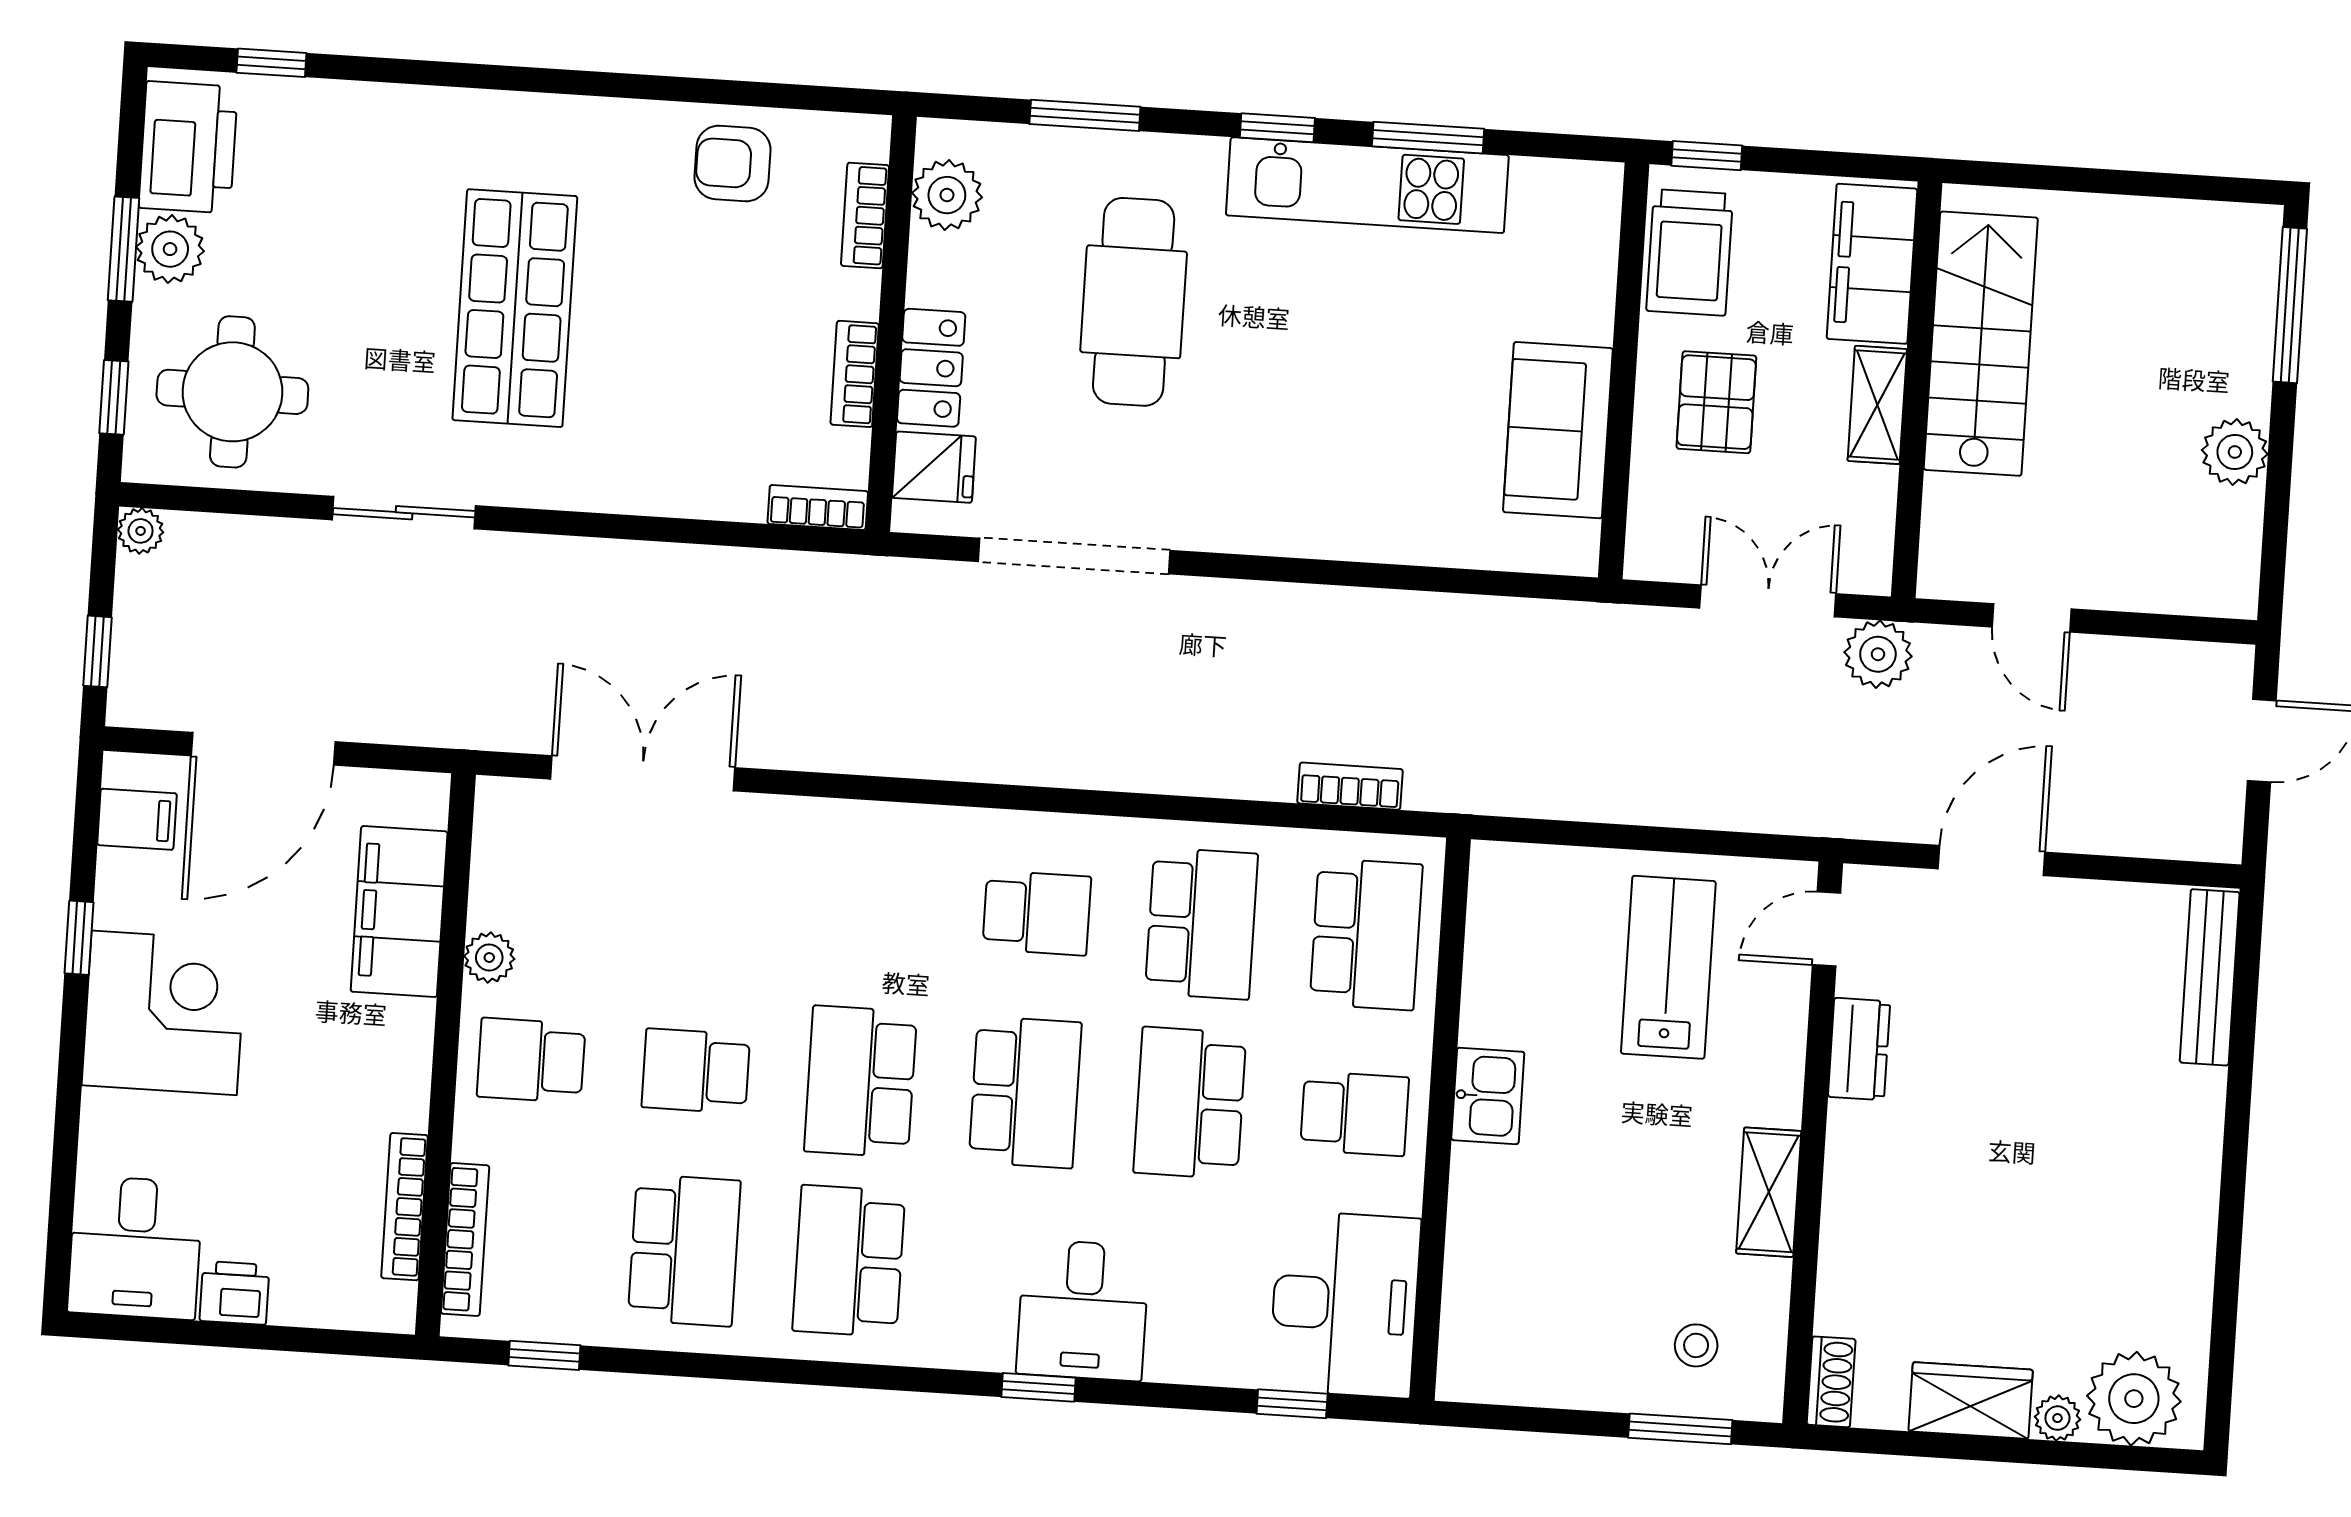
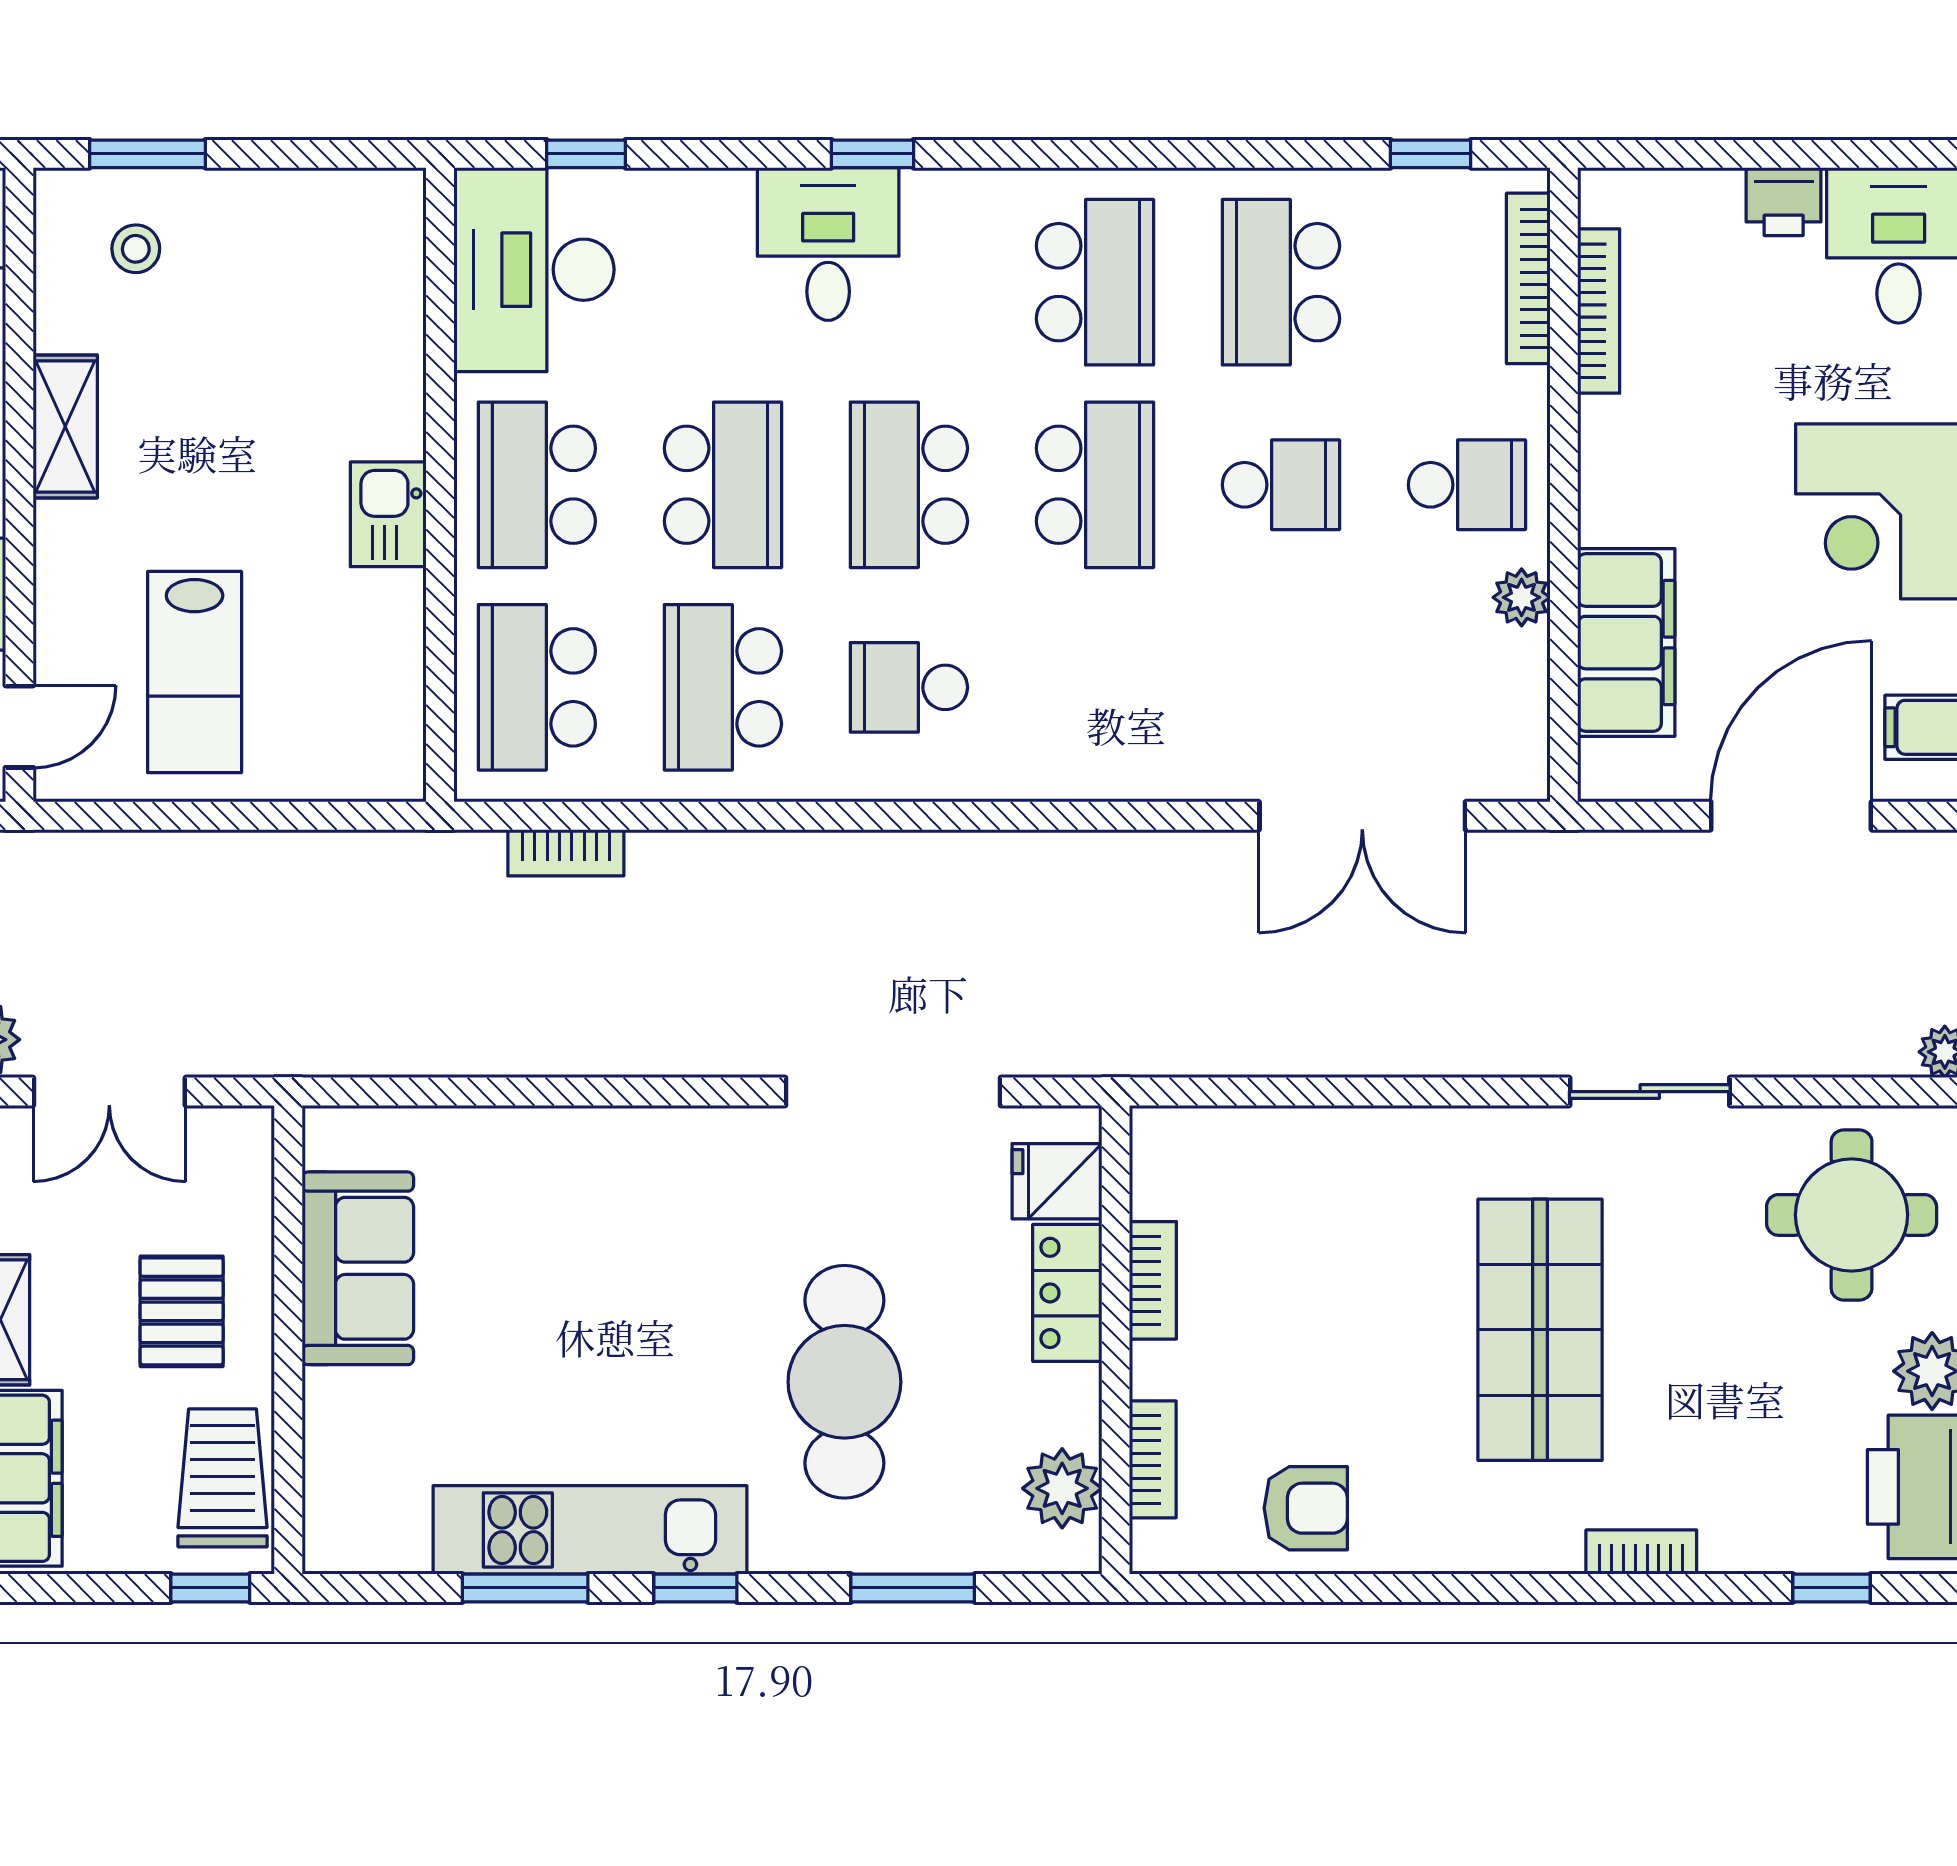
bookcase: (818, 507) -> (1641, 1552), moved, turned 180
school desk: (1355, 1114) -> (537, 485), width x1.85

